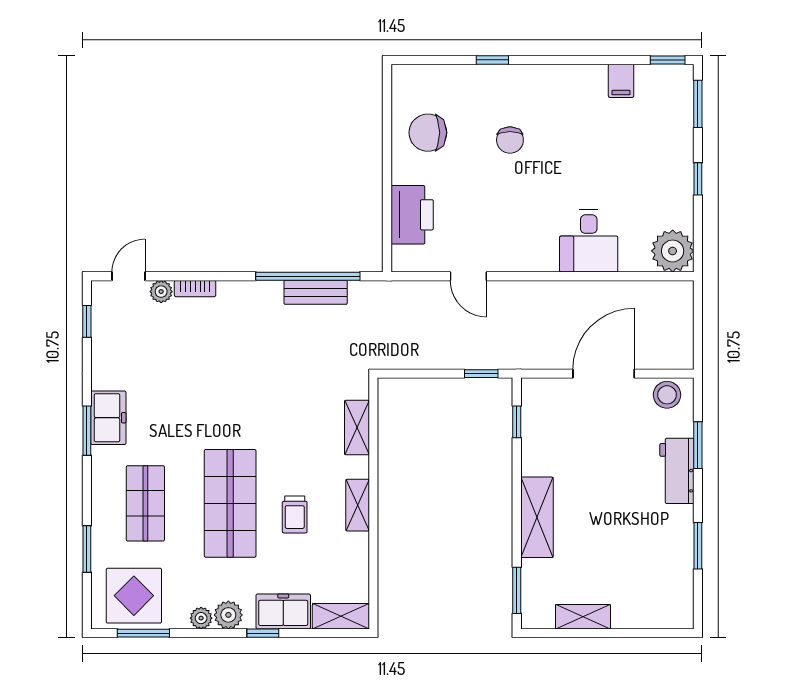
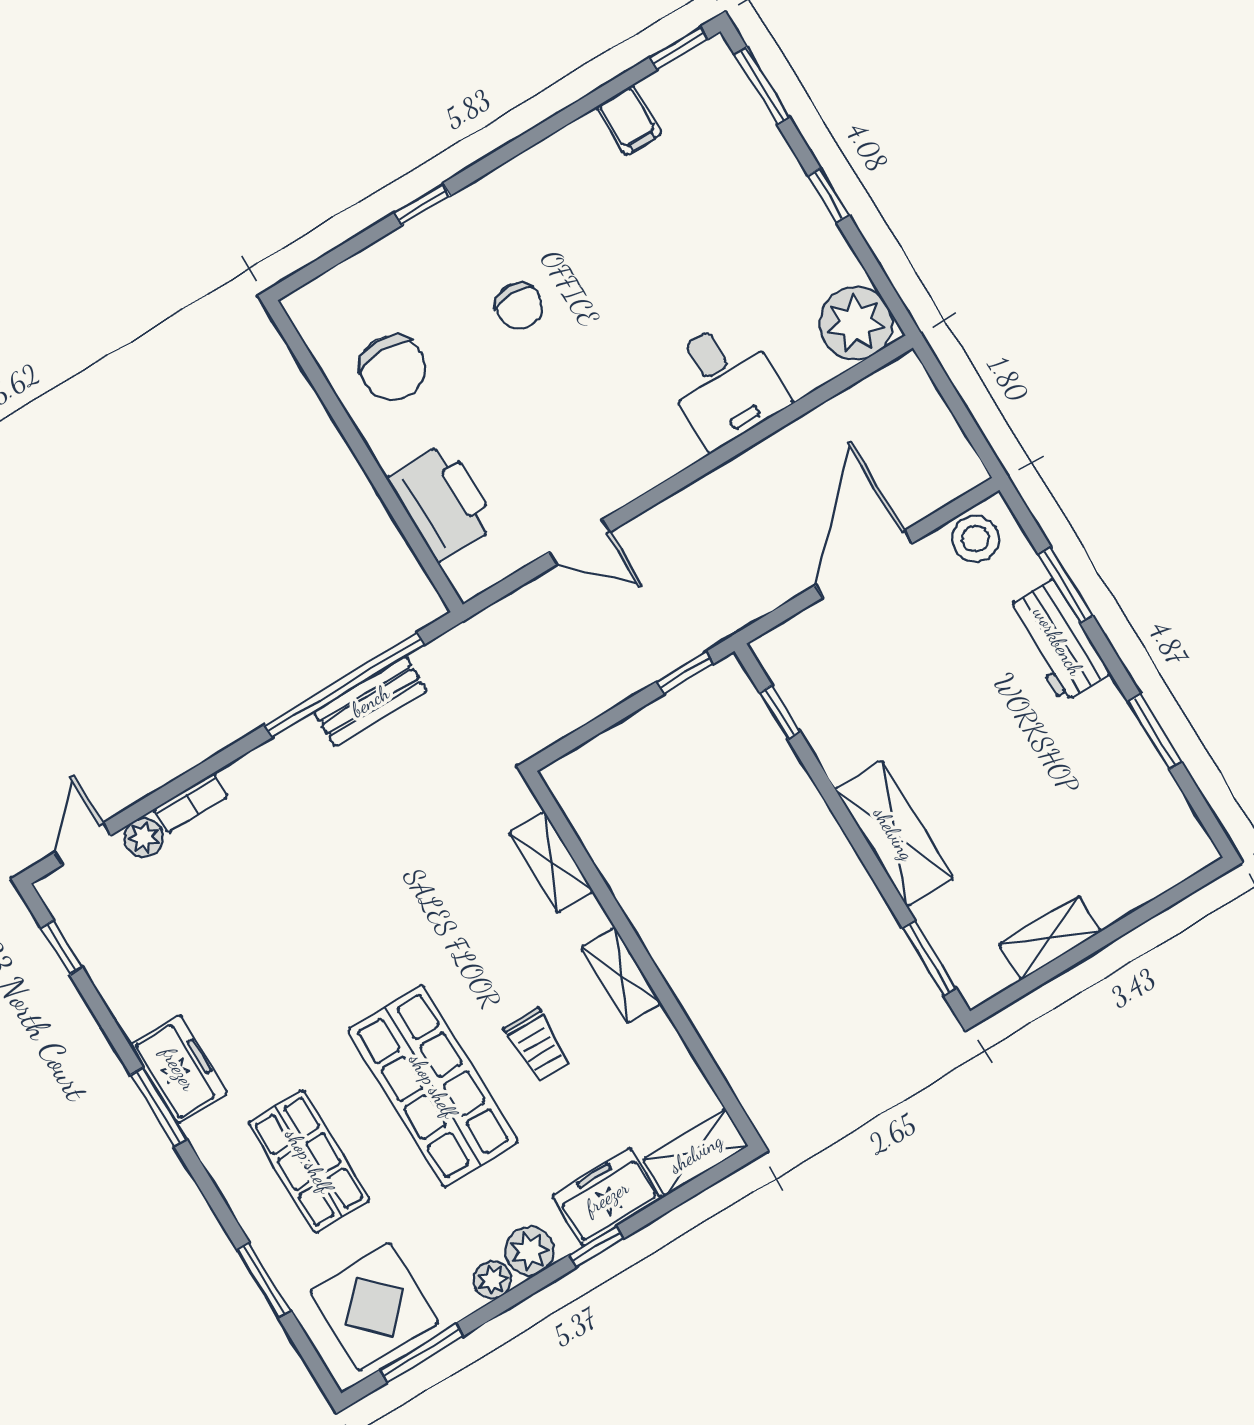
chair: (428, 133) -> (393, 368), turned -90

